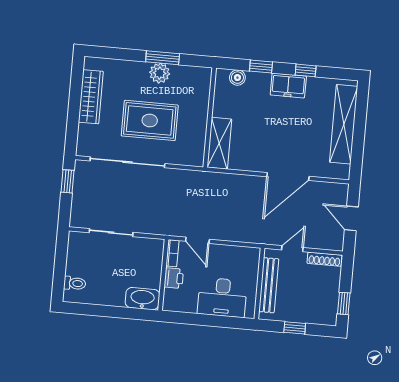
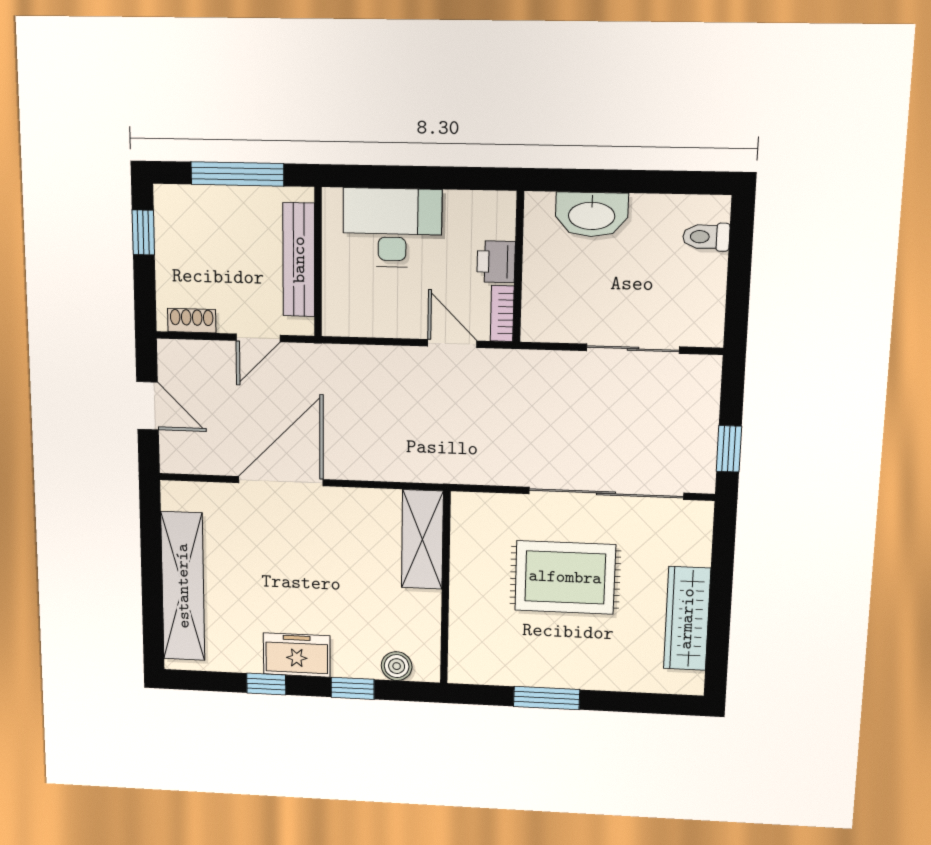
plant: (160, 73) -> (551, 669), removed
shoe rack: (324, 259) -> (192, 321), width x0.70
washbasin: (142, 299) -> (592, 215), moved
window: (295, 328) -> (237, 174), width x2.17

